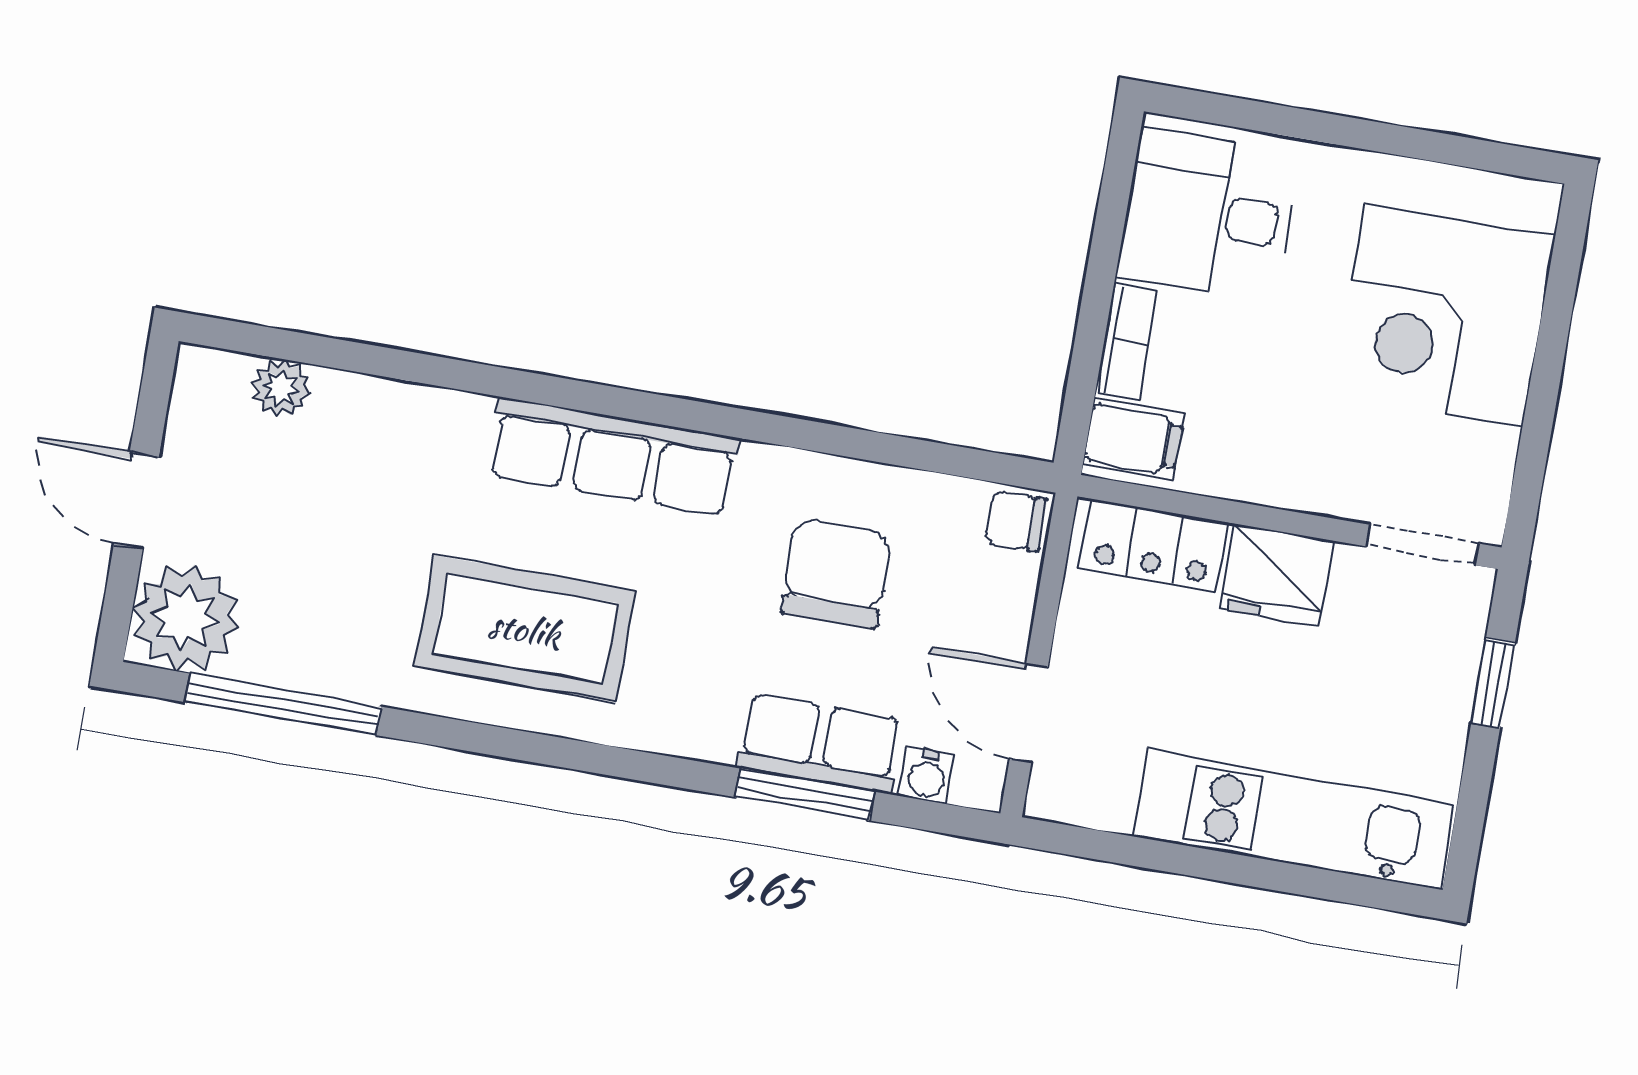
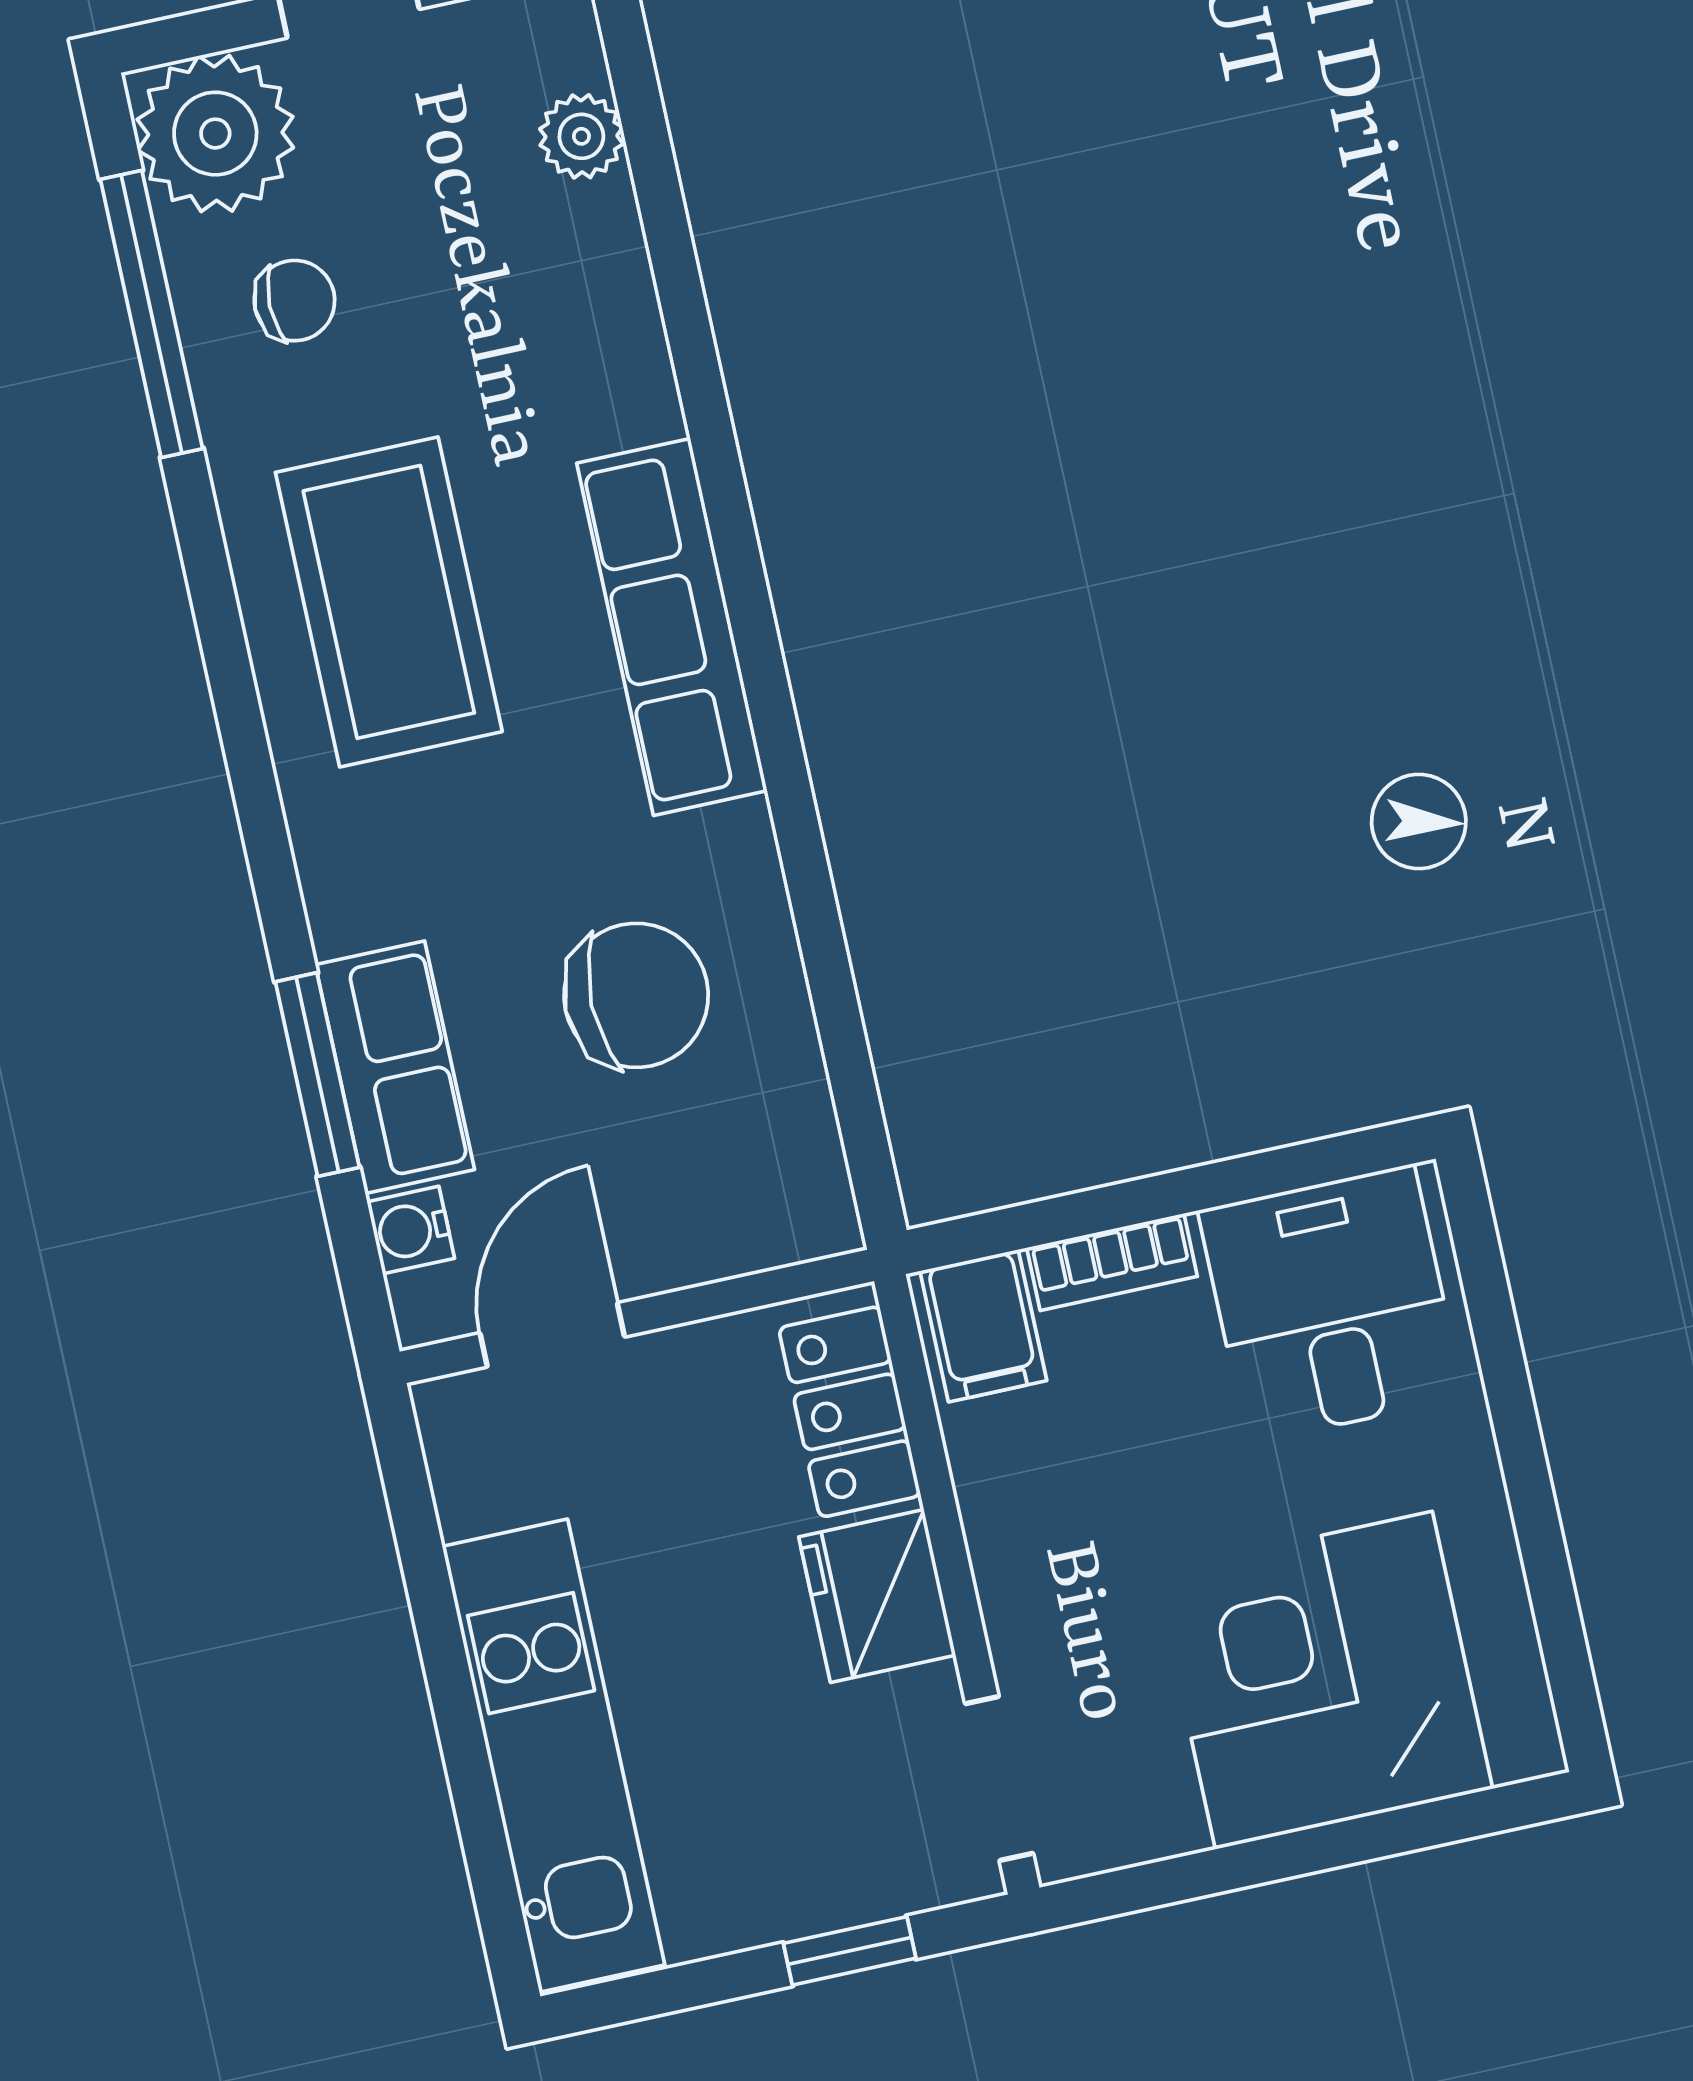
chair: (1016, 521) -> (294, 301), moved, turned 90

